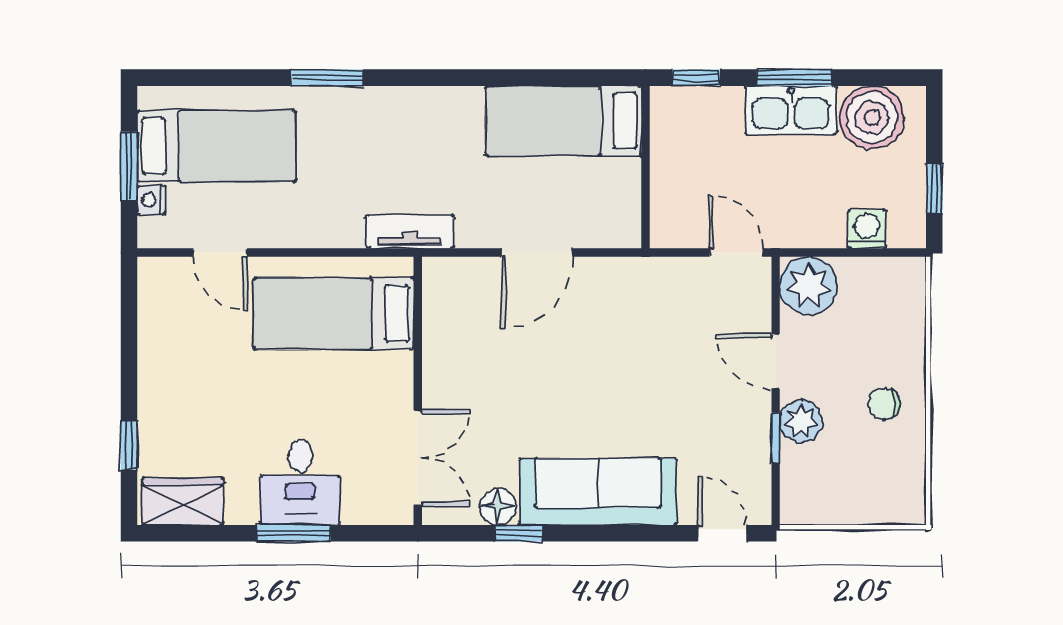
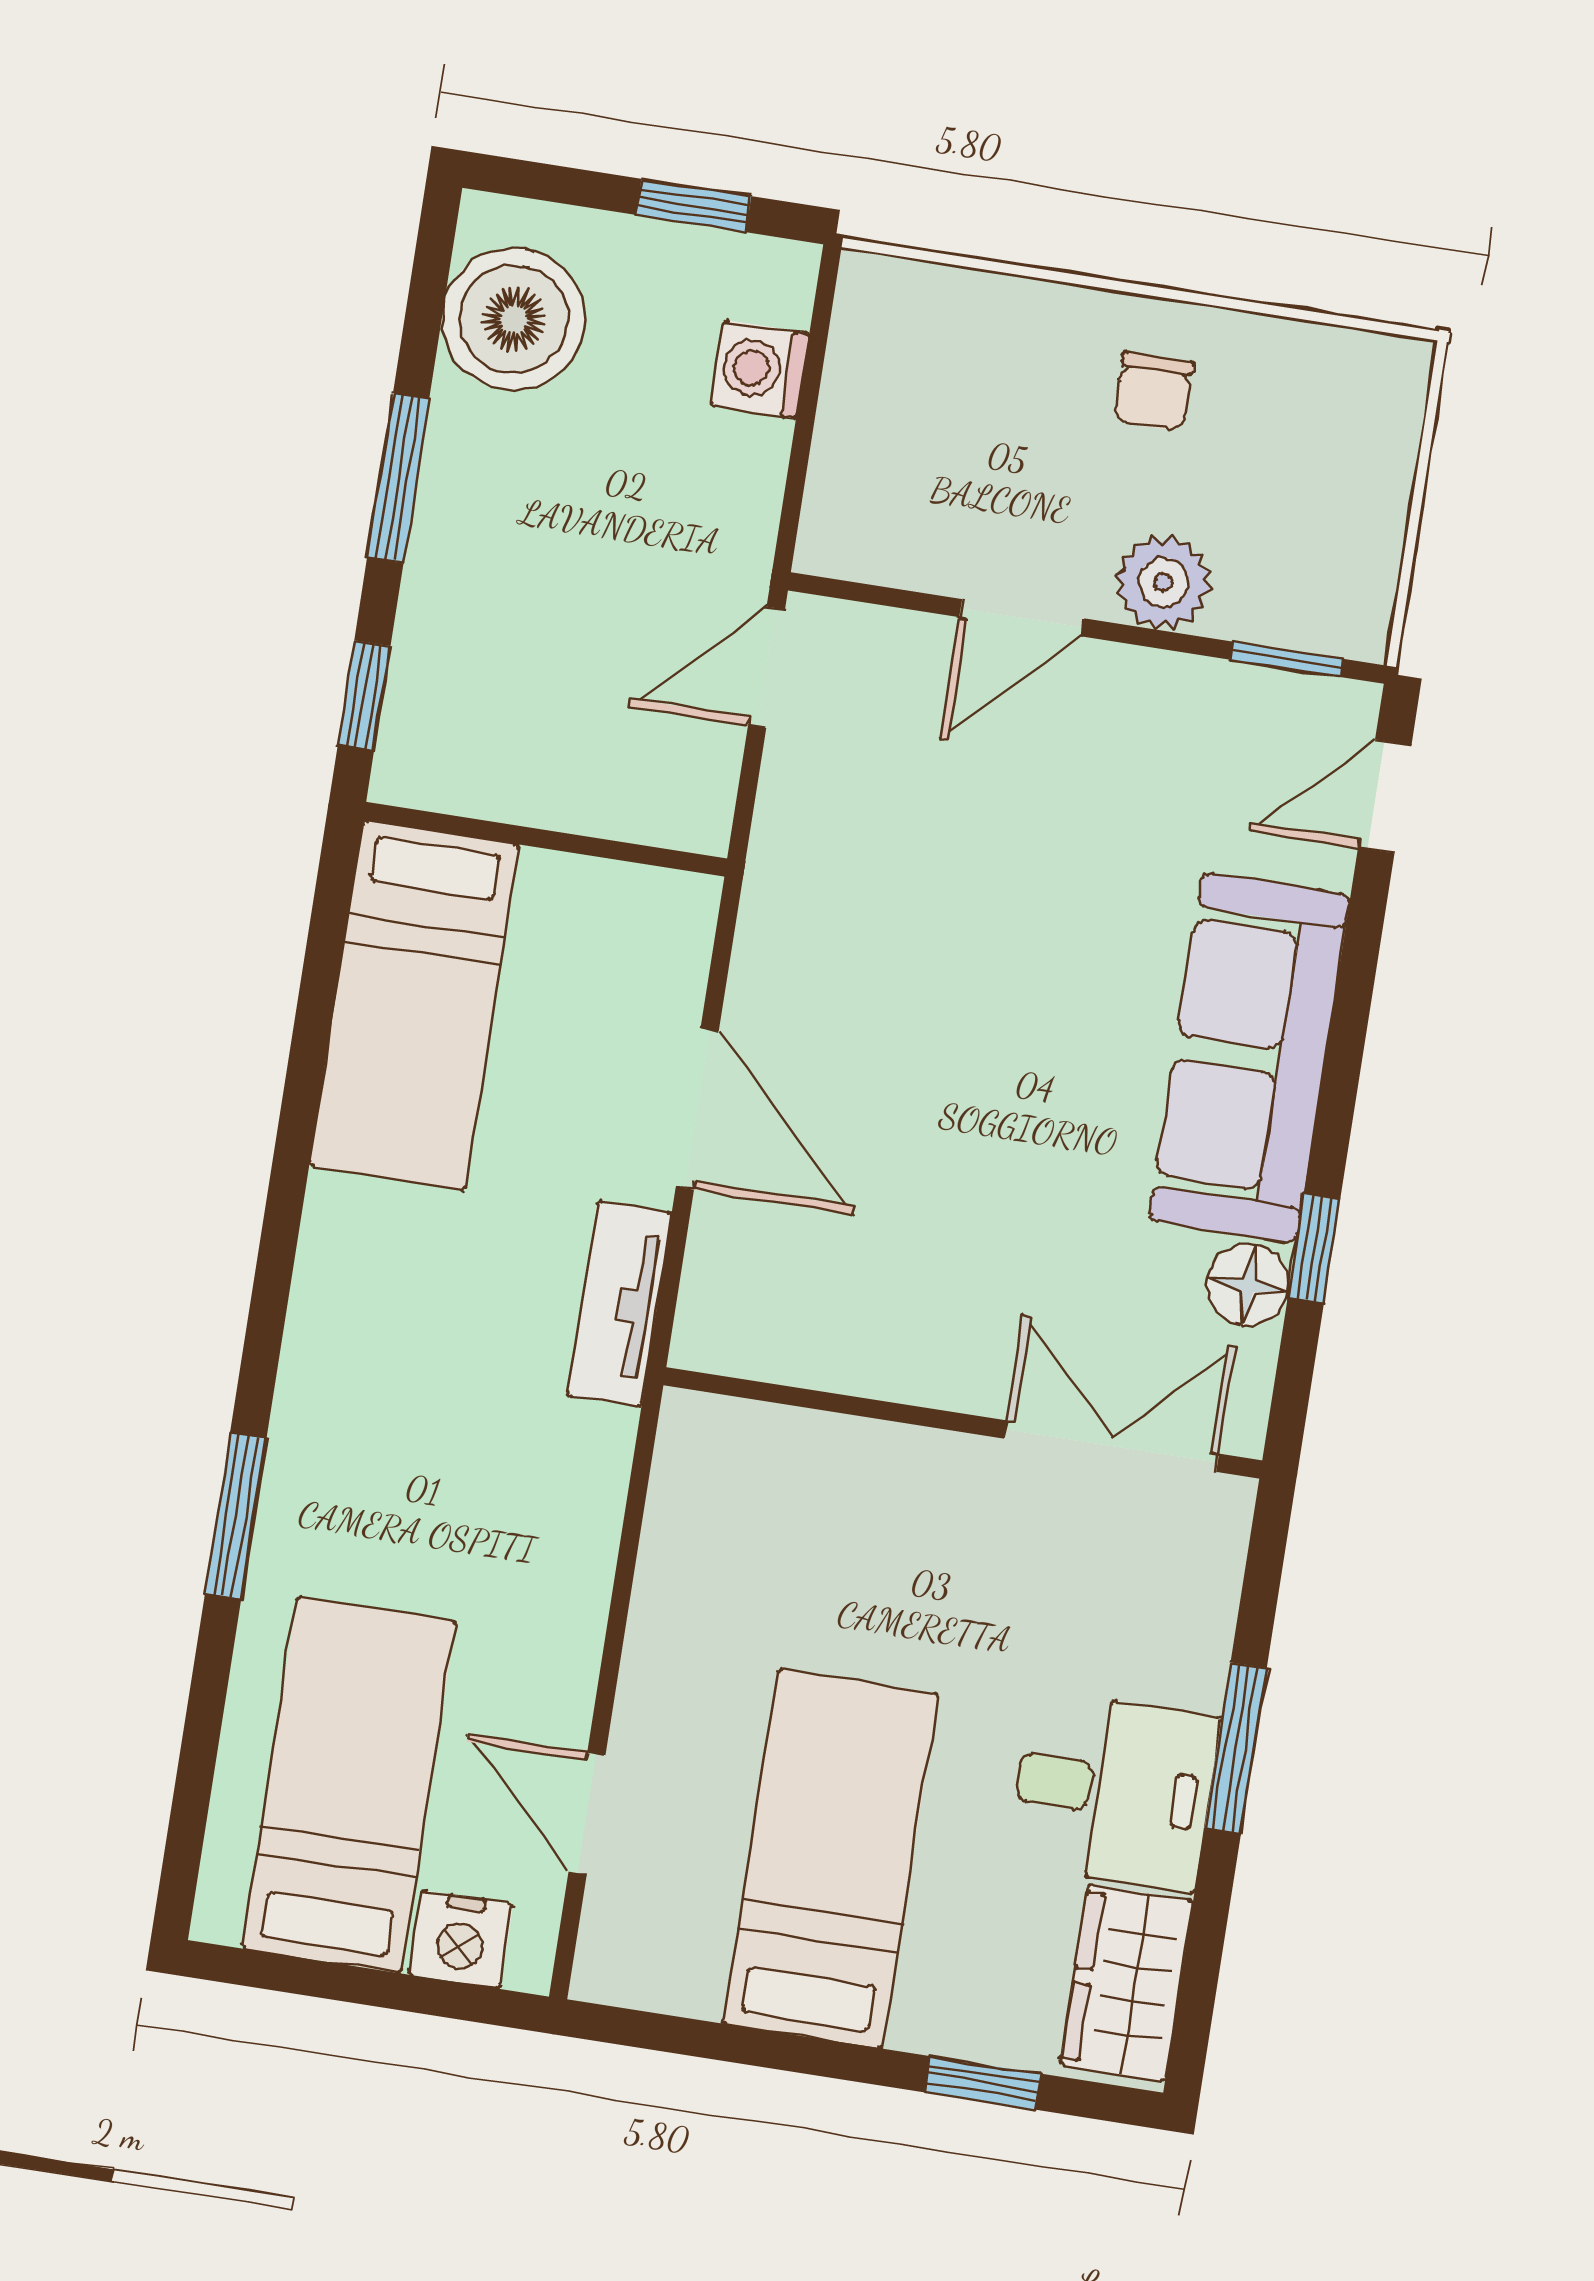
kitchen sink: (791, 110) -> (469, 496), removed
window: (129, 166) -> (364, 1986), removed
nightstand: (151, 200) -> (461, 1939), width x1.39, depth x1.35
tv unit: (410, 232) -> (619, 1304), moved
door: (220, 253) -> (587, 1813), swing flipped
plant: (809, 285) -> (865, 518), removed
bed: (334, 314) -> (830, 1859), moved, turned 180
window: (776, 438) -> (1287, 659), moved
desk: (300, 482) -> (1113, 1791), moved

